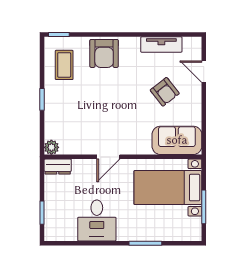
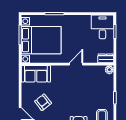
bed with nightstands: (168, 188) -> (41, 40), width x1.36
desk: (97, 220) -> (102, 27), moved

